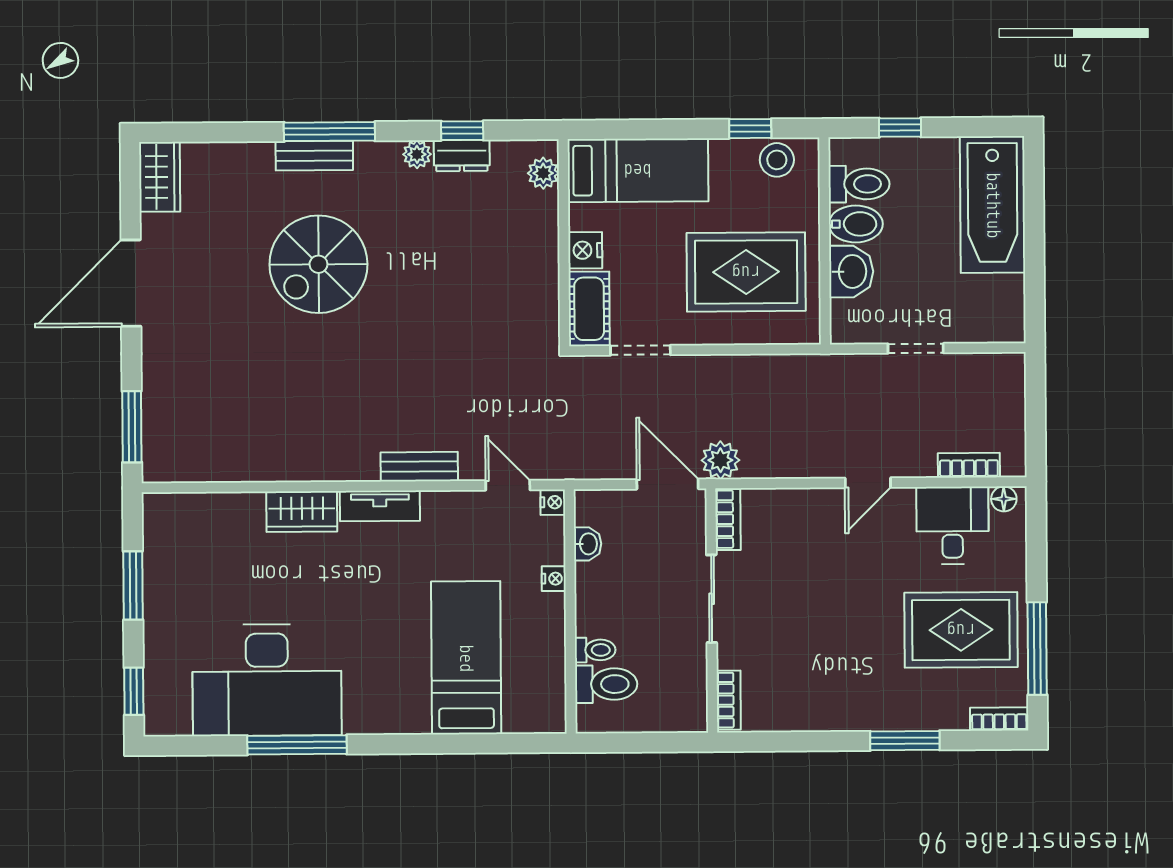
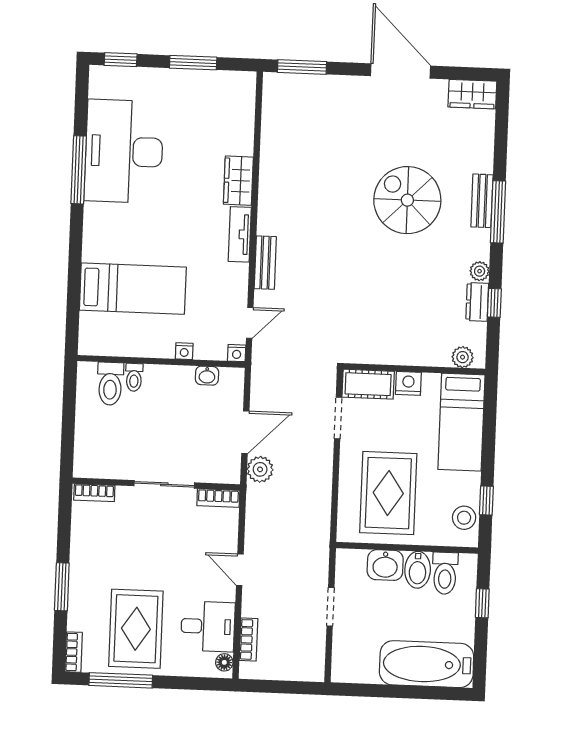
bookcase: (728, 519) -> (218, 498), moved
sliding door: (712, 599) -> (164, 484), moved
wall: (712, 610) -> (156, 484), moved
bookcase: (729, 700) -> (94, 493), moved

